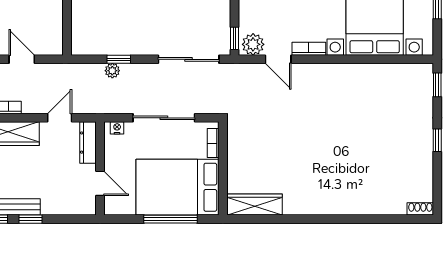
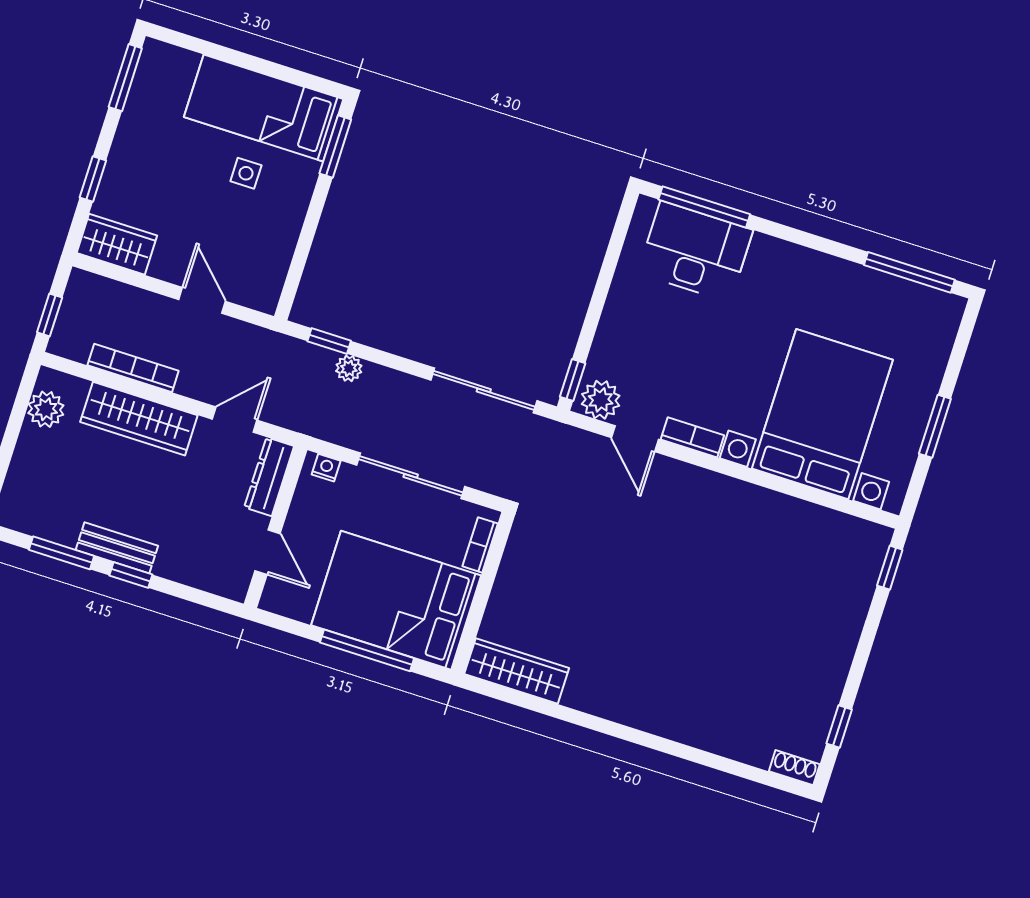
window: (119, 59) -> (329, 341), moved
window: (437, 140) -> (839, 726), moved

